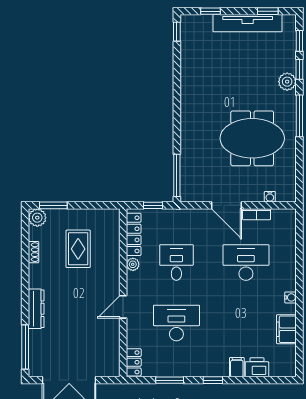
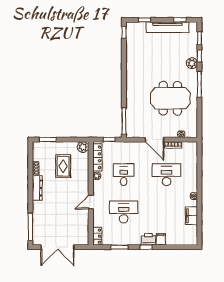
plant: (37, 218) -> (83, 147), moved
dresser: (36, 309) -> (37, 188), moved
printer: (257, 367) -> (148, 239), moved

